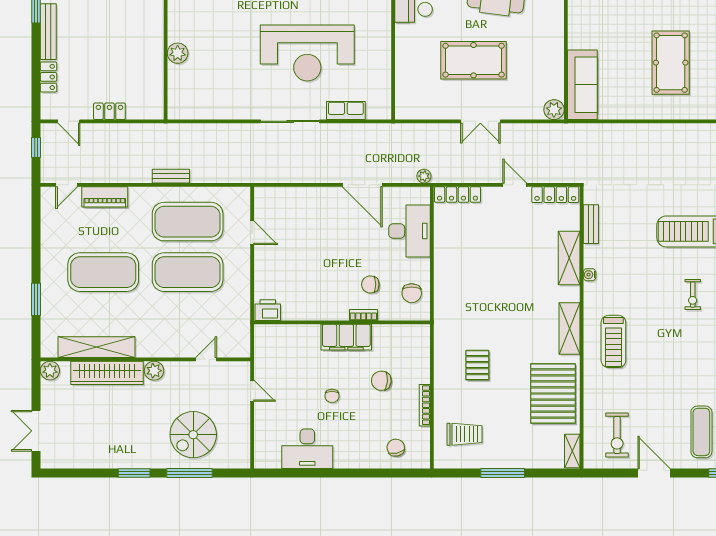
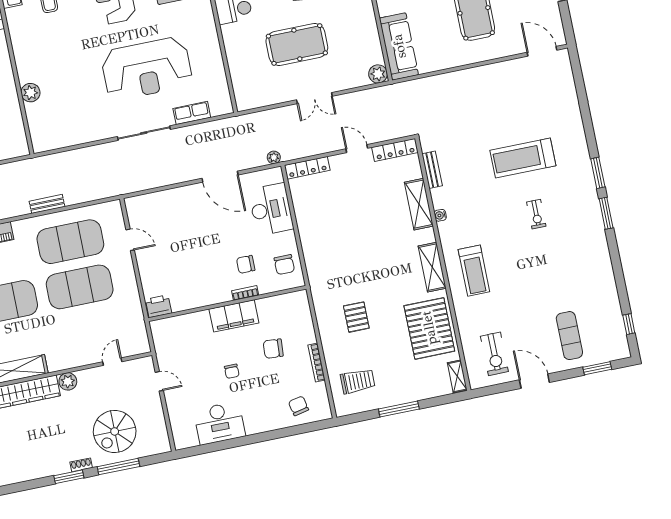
shoe rack: (150, 463) -> (81, 465), added

